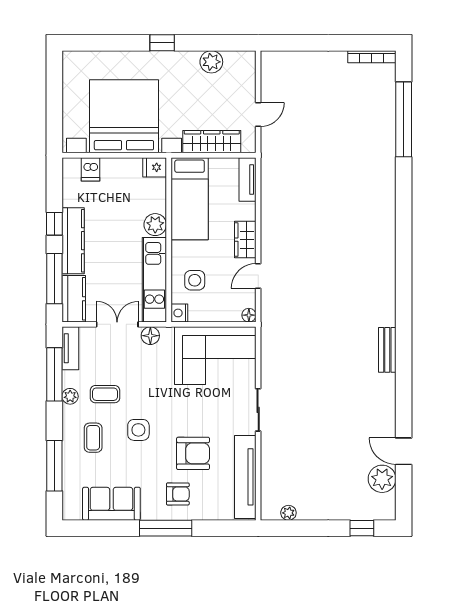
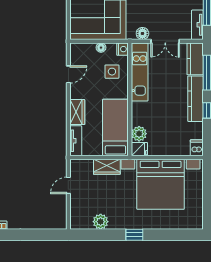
wardrobe: (212, 142) -> (107, 167), width x0.67
dishwasher: (91, 169) -> (197, 148), moved
plant: (155, 225) -> (139, 134), moved
wardrobe: (245, 240) -> (77, 112), moved
floor lamp: (249, 315) -> (101, 48), moved

